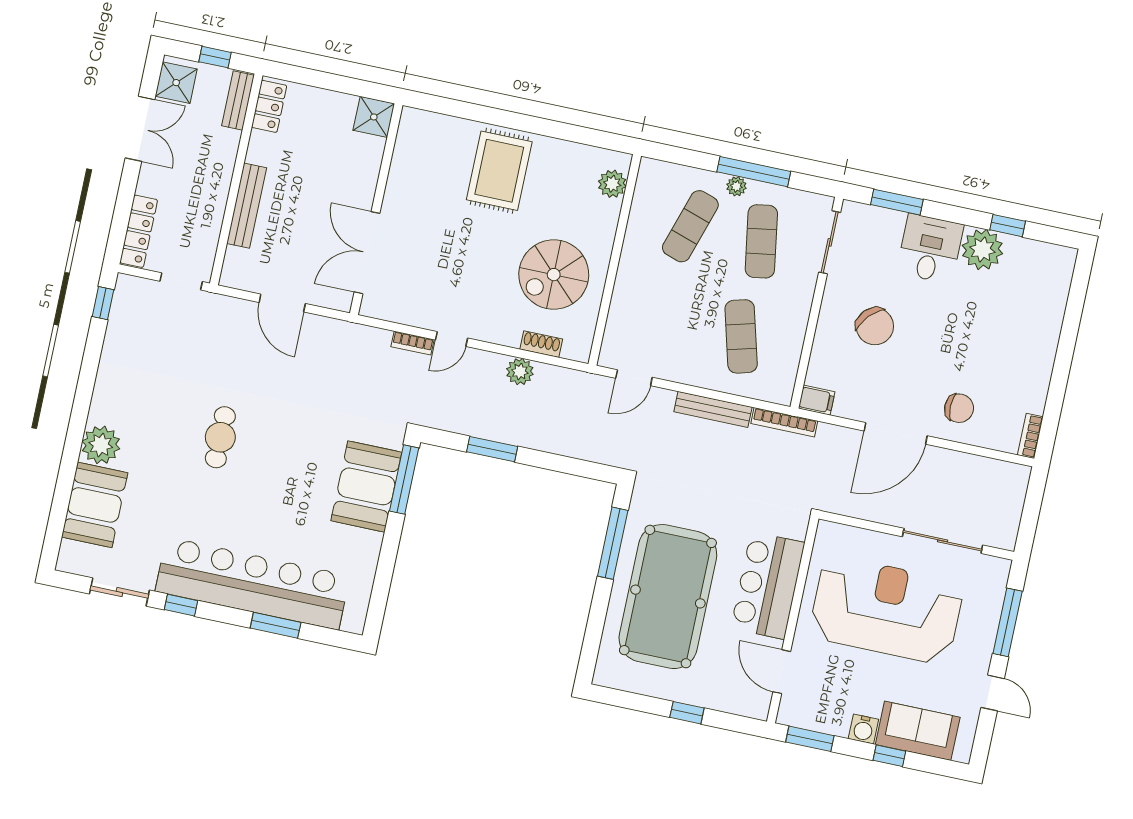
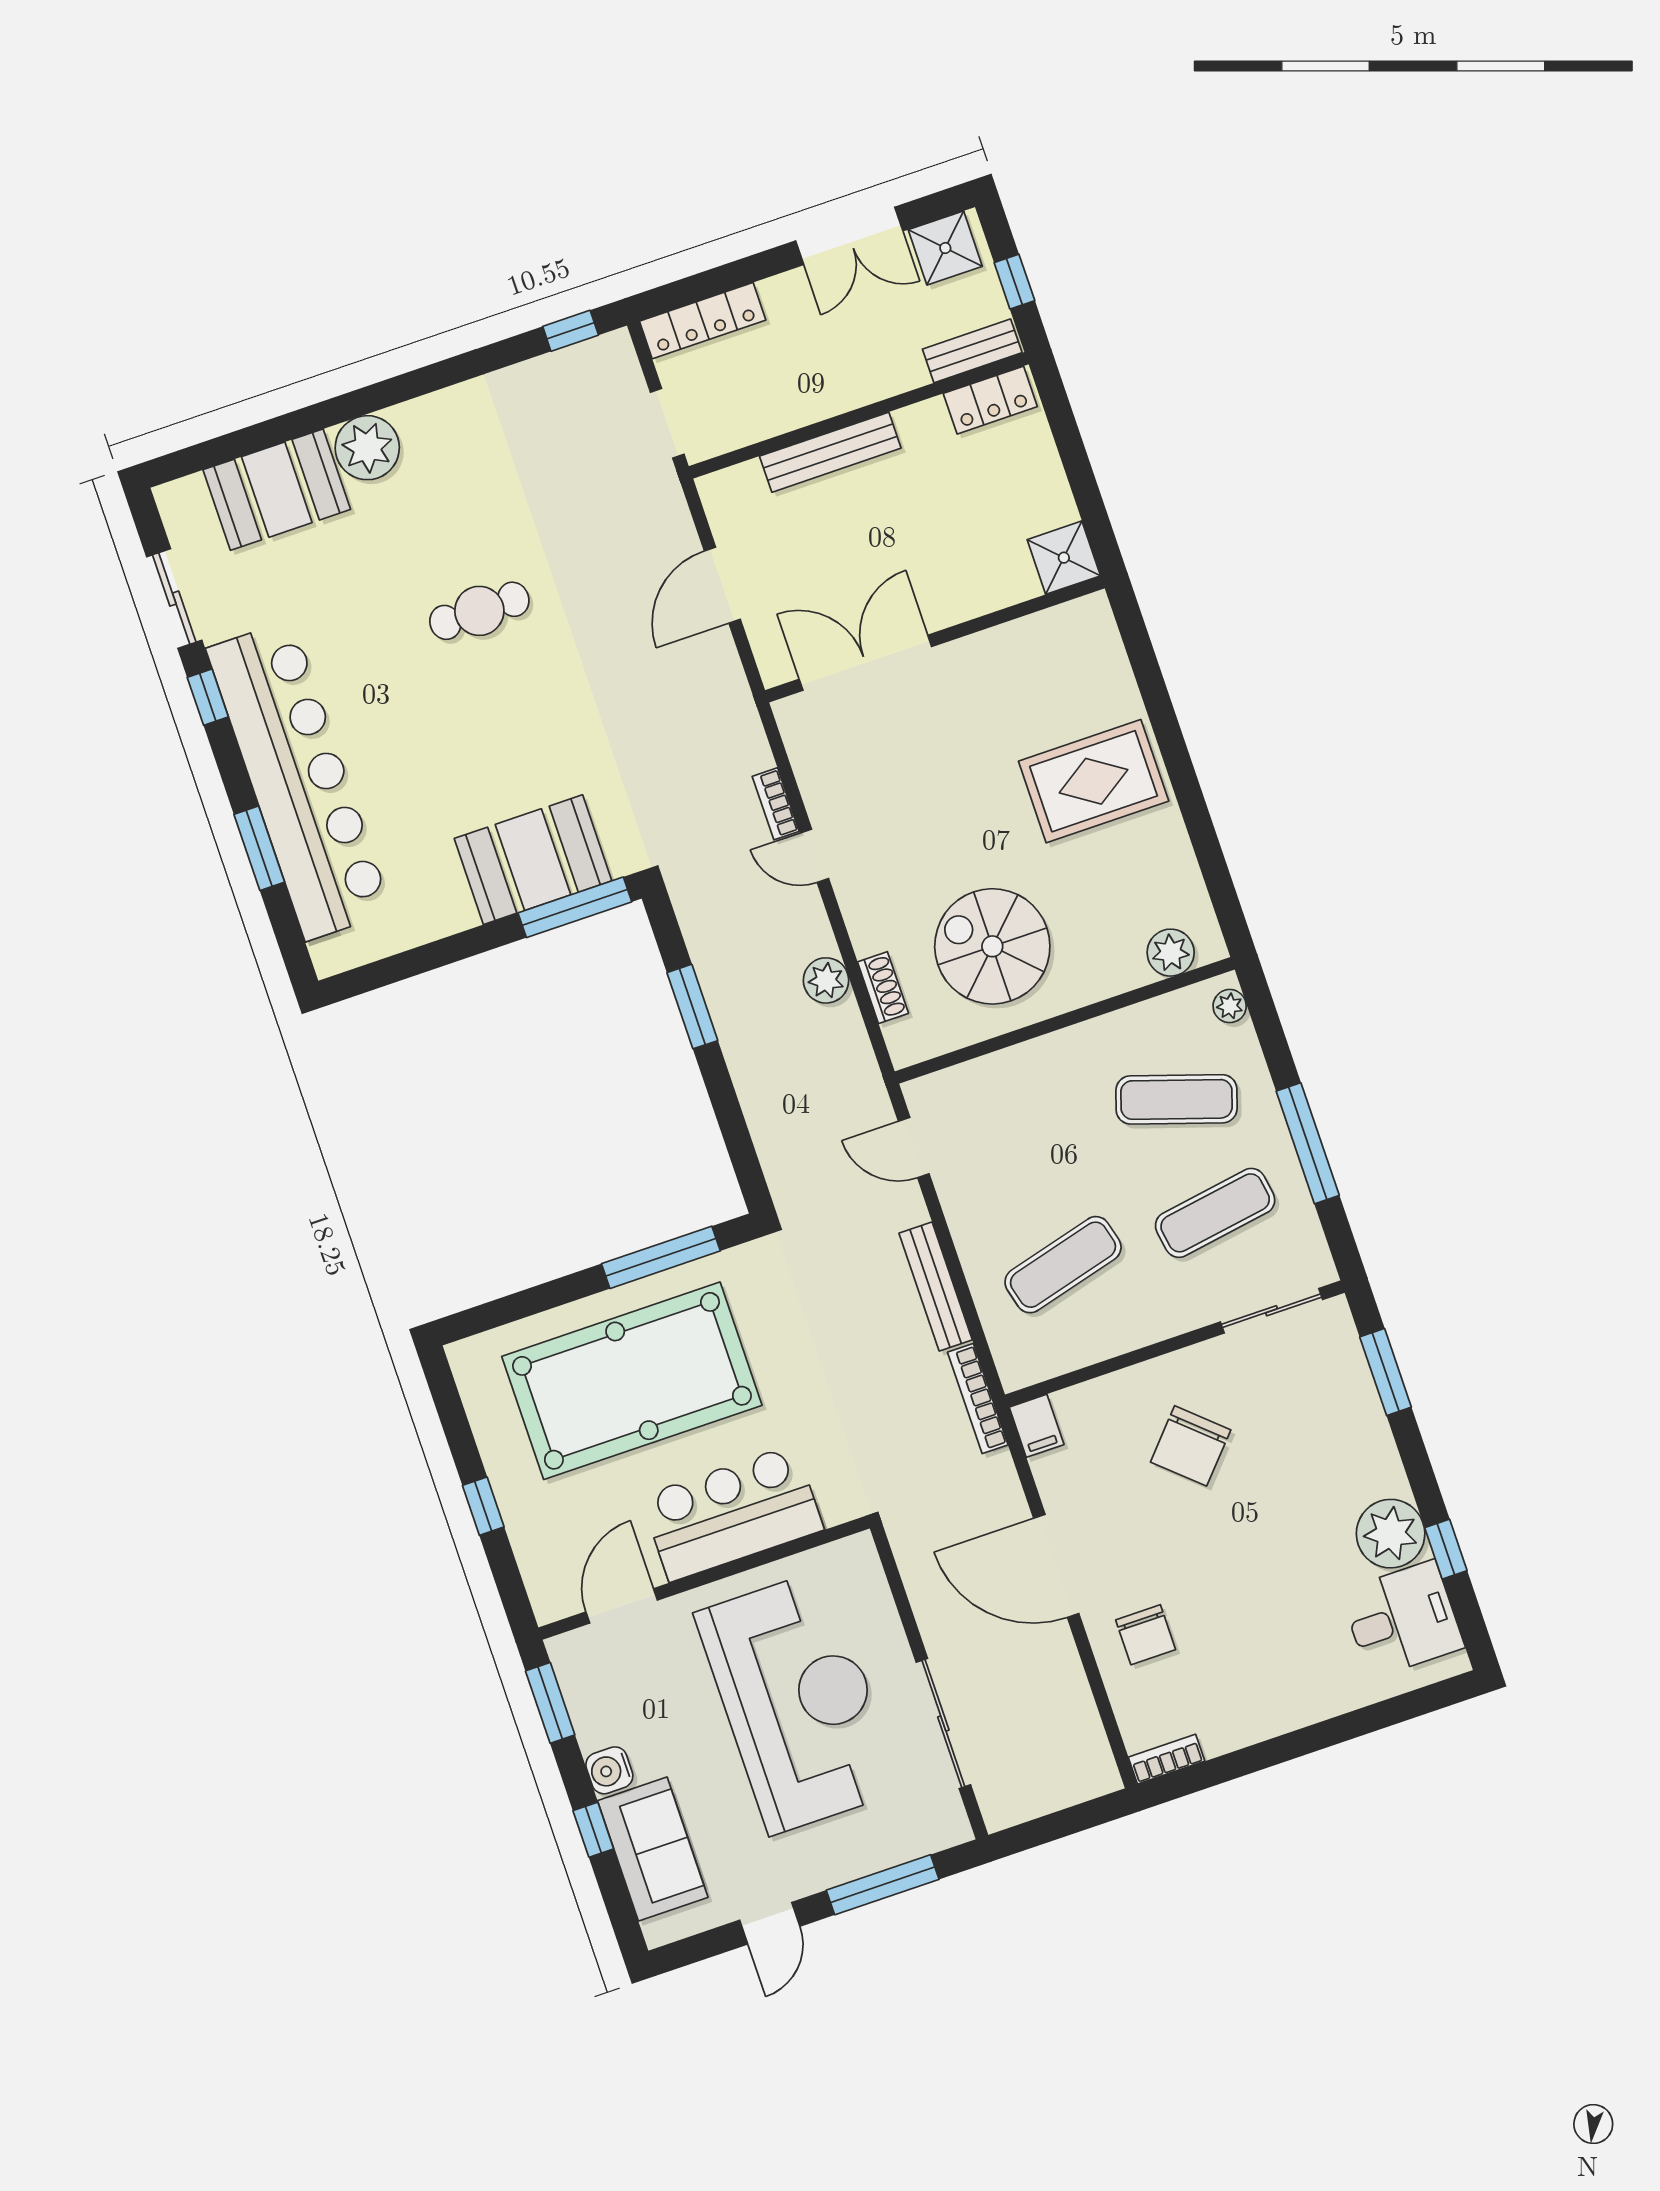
plant: (736, 186) -> (1230, 1006), moved
desk: (930, 249) -> (1402, 1619), moved

